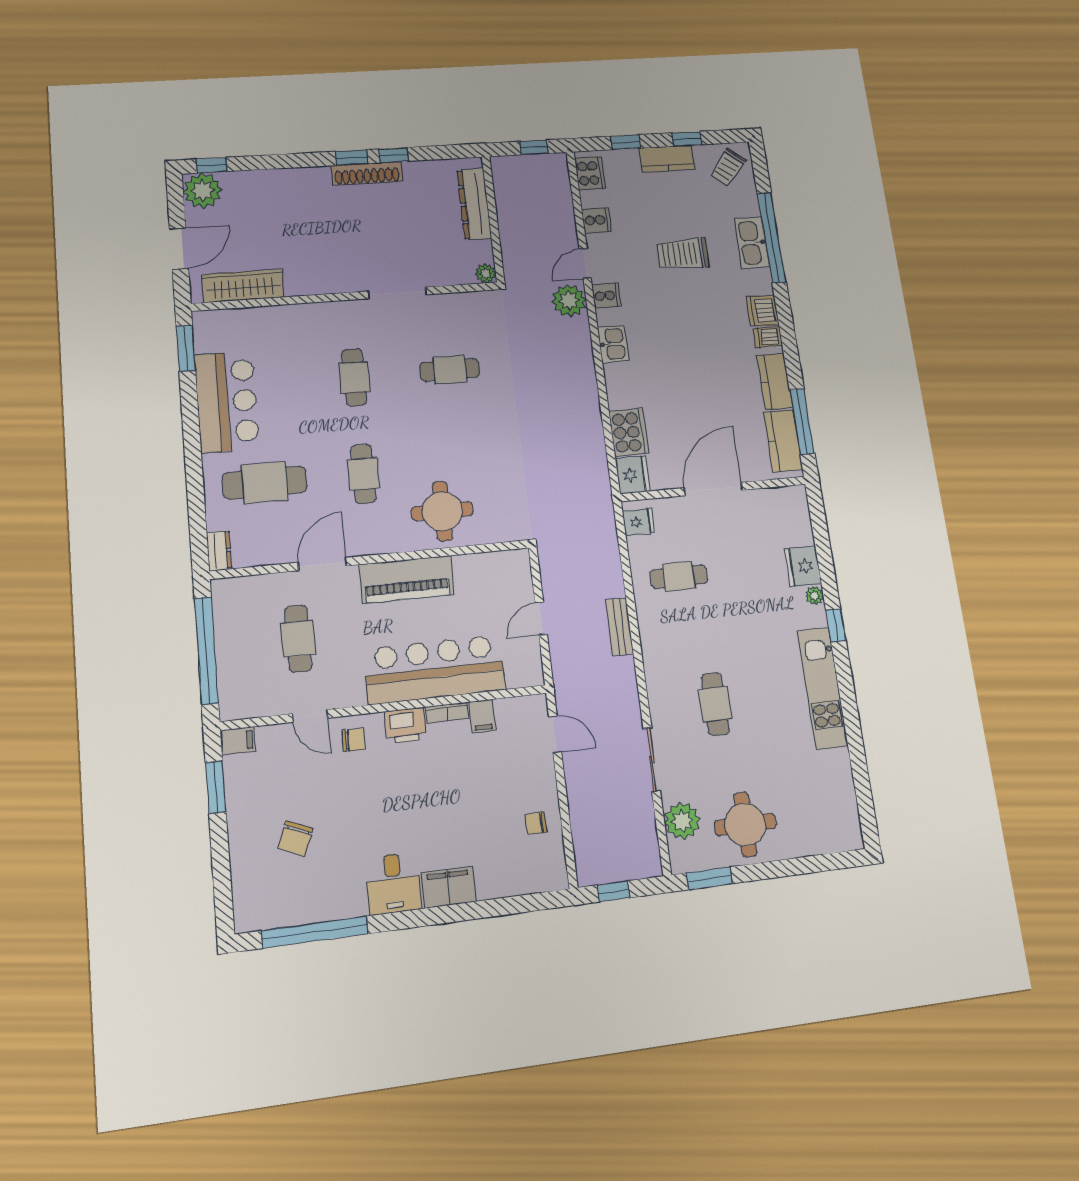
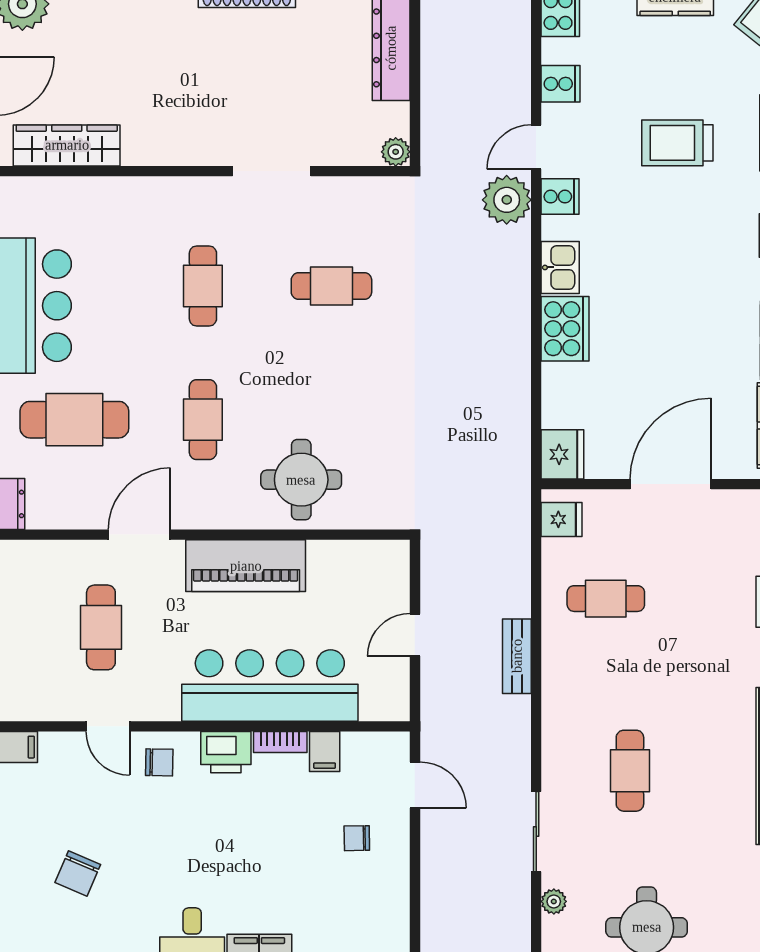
cooker: (629, 432) -> (565, 329), moved
plant: (682, 821) -> (554, 901), width x0.53, depth x0.53
chair: (536, 823) -> (357, 838), moved

